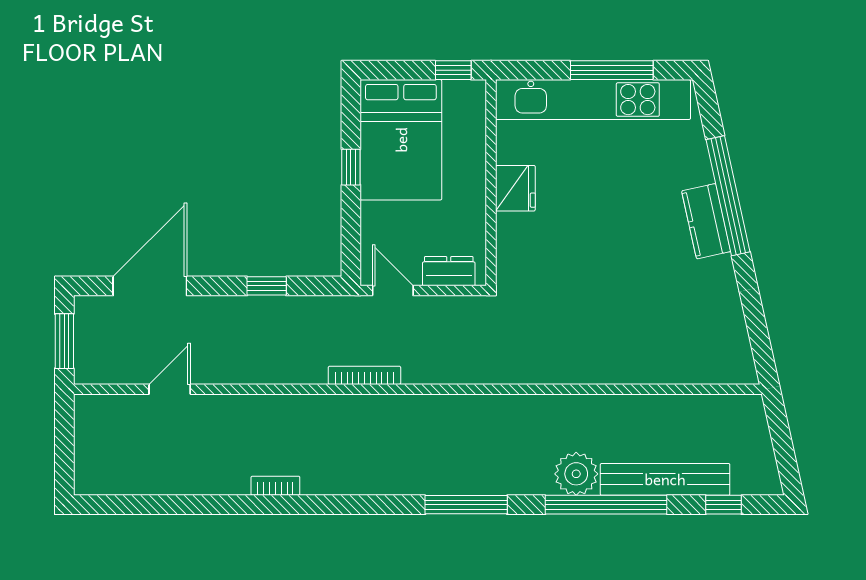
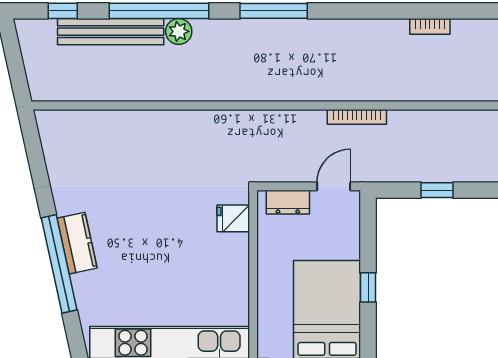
fridge: (515, 188) -> (233, 218), moved, width x0.72
door: (393, 291) -> (334, 186), swing flipped
plant: (576, 474) -> (179, 31), width x0.73, depth x0.73

